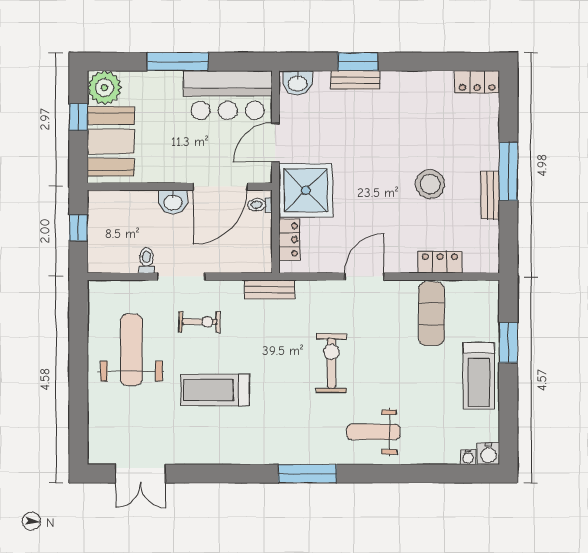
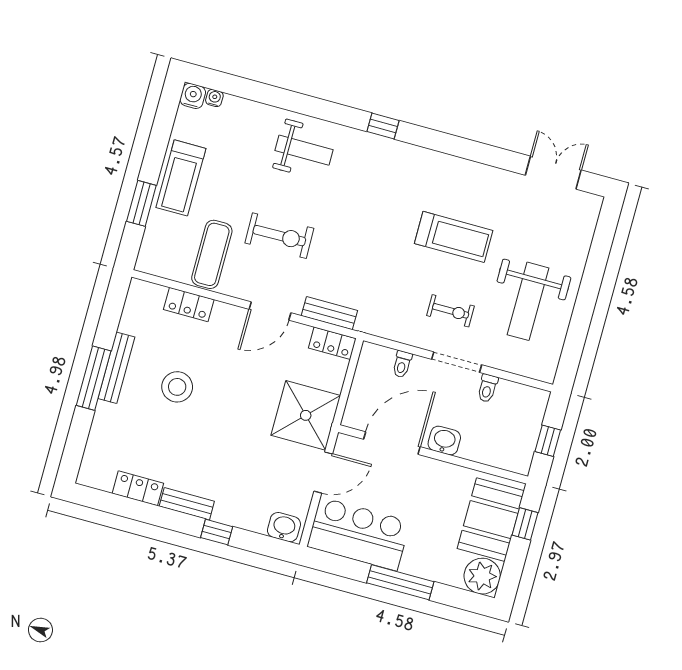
window: (358, 62) -> (217, 532), width x0.67
bench: (355, 80) -> (187, 504), moved
locker: (477, 82) -> (138, 488), moved
window: (78, 117) -> (525, 524), moved
bench: (490, 195) -> (116, 368), width x1.36
toilet: (260, 205) -> (402, 364), moved, turned 90
locker: (289, 240) -> (332, 343), moved, turned -90
bench: (270, 290) -> (329, 313), moved
exercise bike: (200, 322) -> (451, 311), turned 180
exercise bike: (331, 363) -> (279, 236), moved, turned -91
treadmill: (479, 376) -> (181, 178), turned 180
window: (307, 474) -> (383, 126), width x0.46

